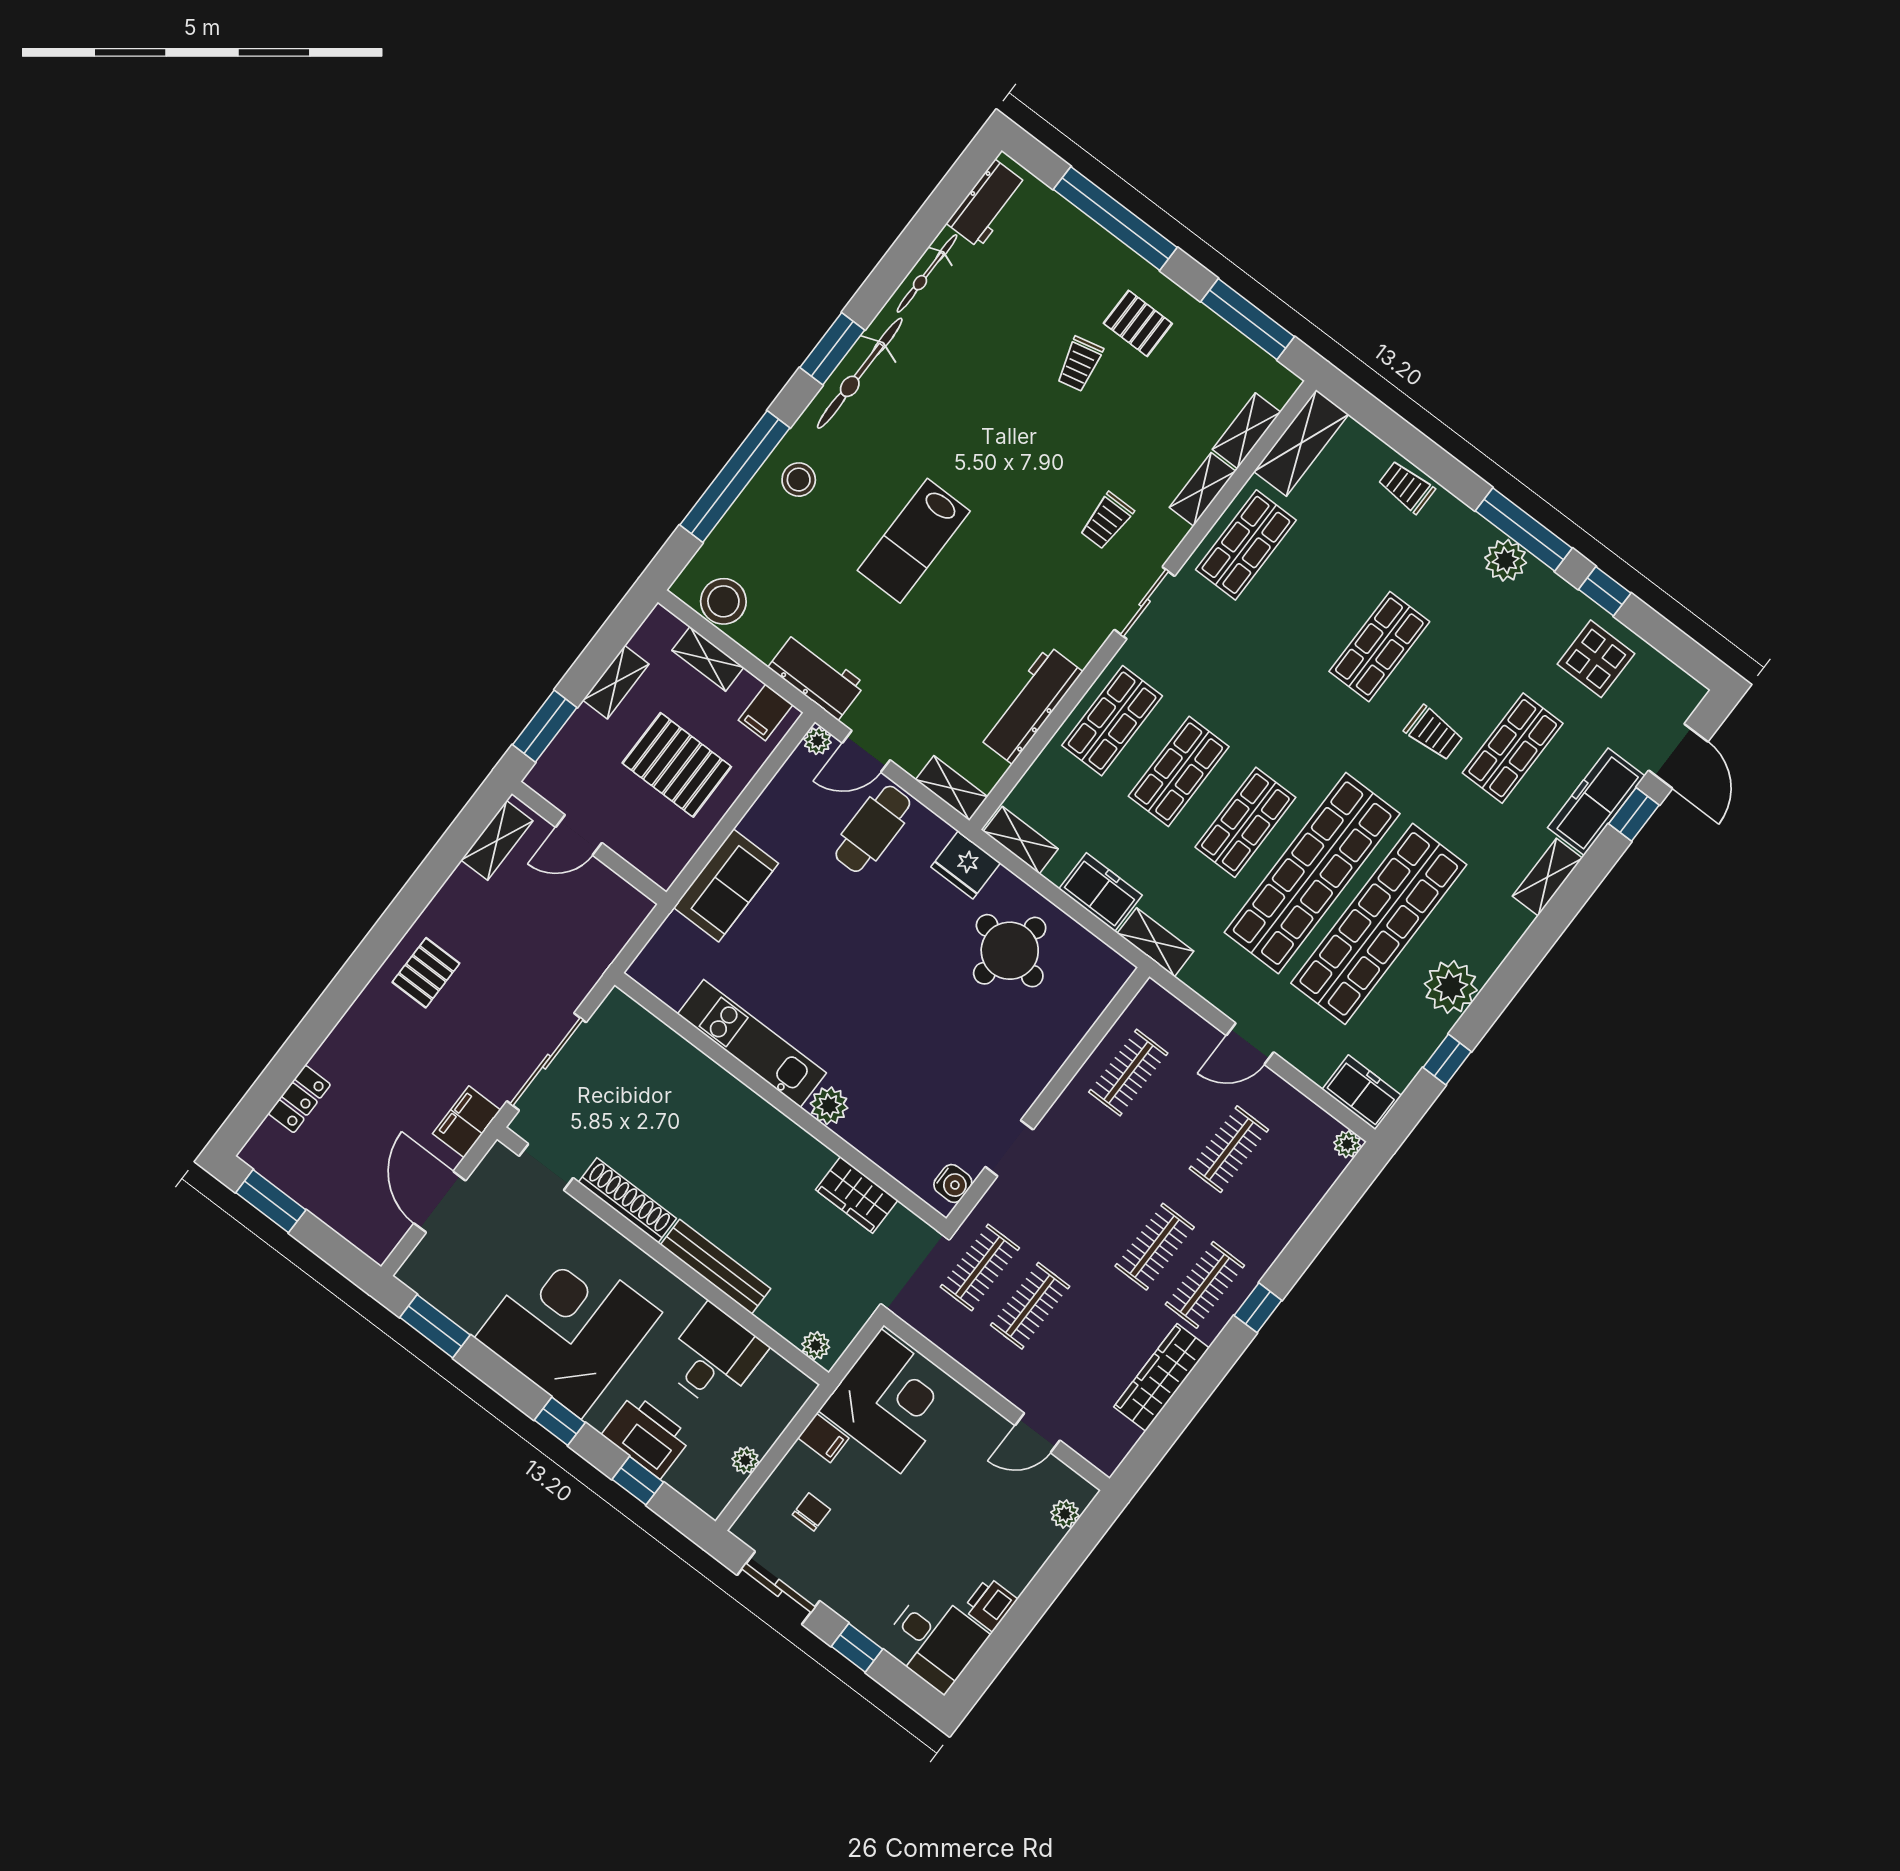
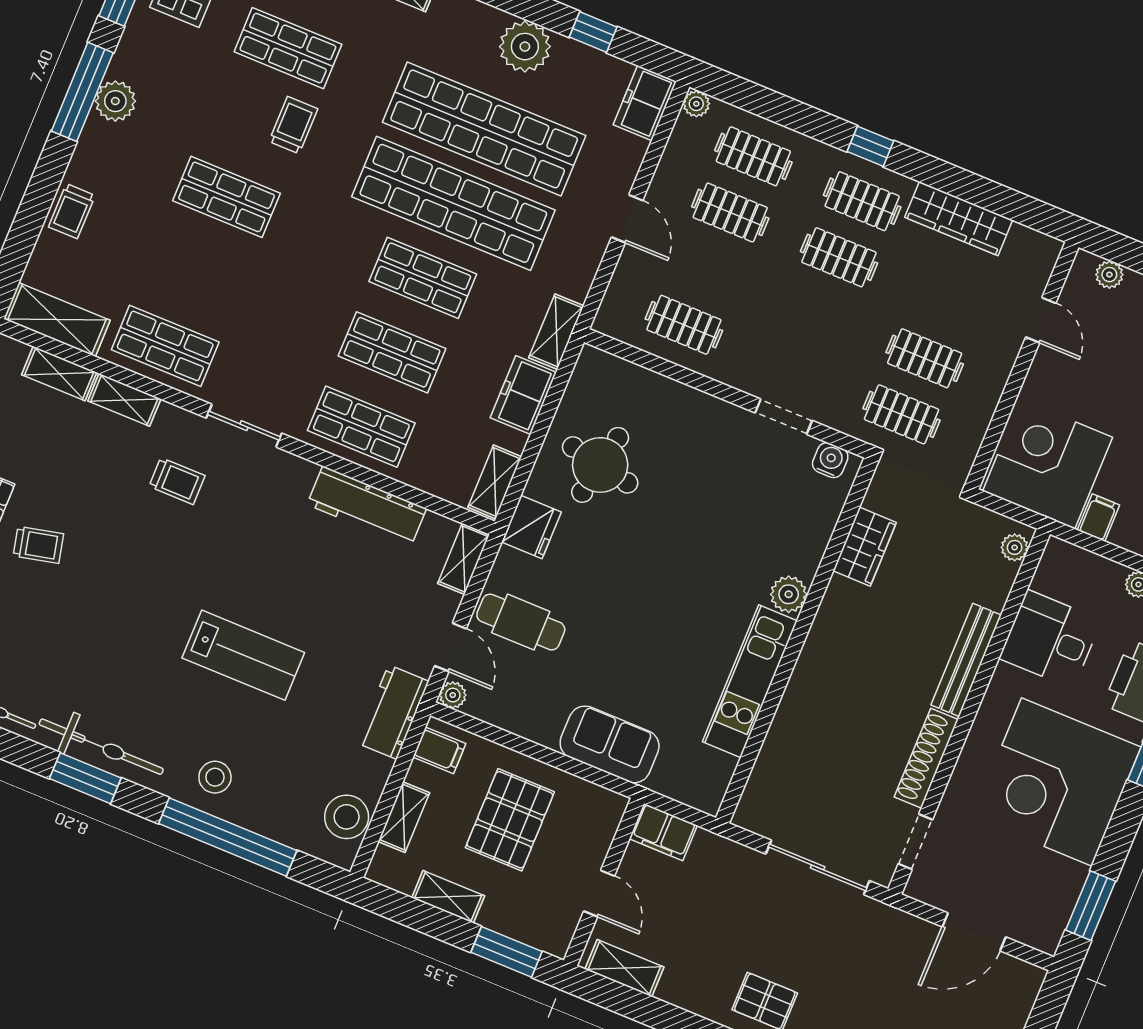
filing cabinet: (467, 1122) -> (663, 832), moved
clothes rail: (1279, 1187) -> (753, 156), added

